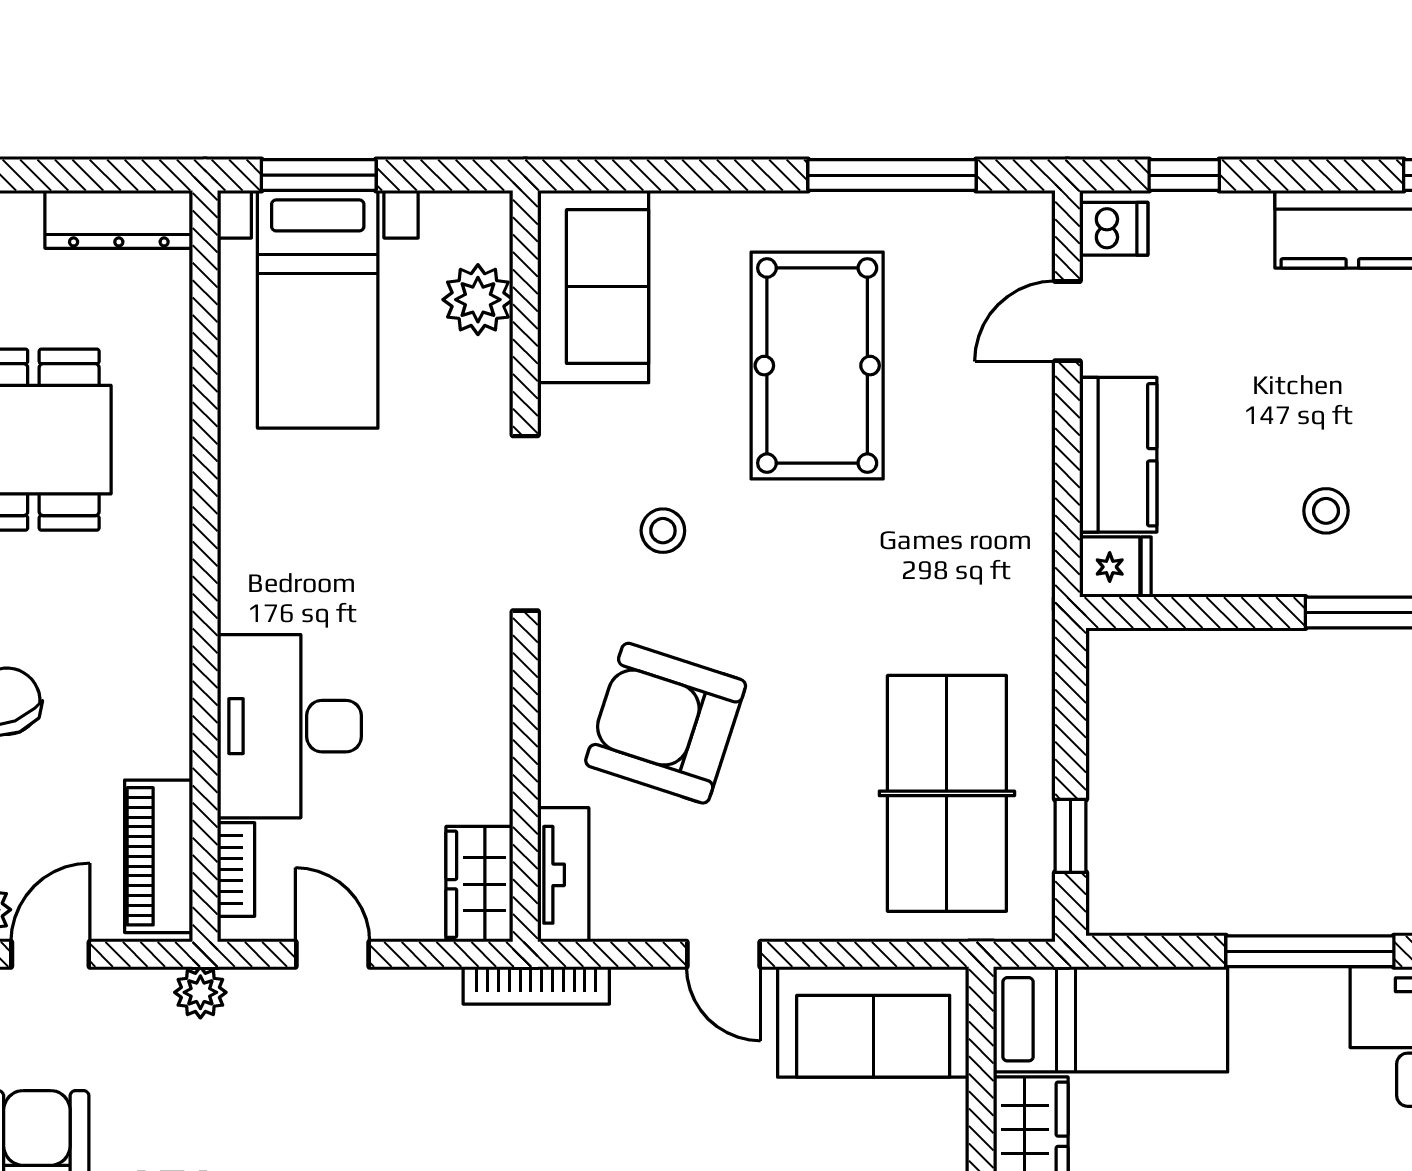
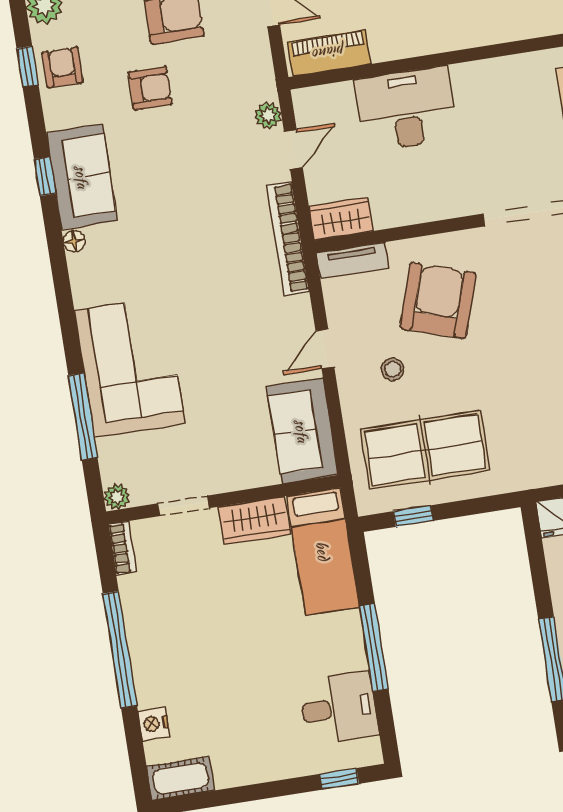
stool: (663, 531) -> (393, 369), moved
bookcase: (236, 869) -> (329, 93), removed
bookcase: (536, 985) -> (288, 238), width x1.48, depth x1.31
plant: (200, 992) -> (268, 115), moved

